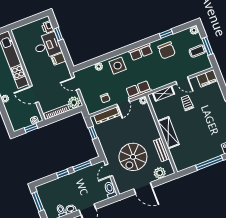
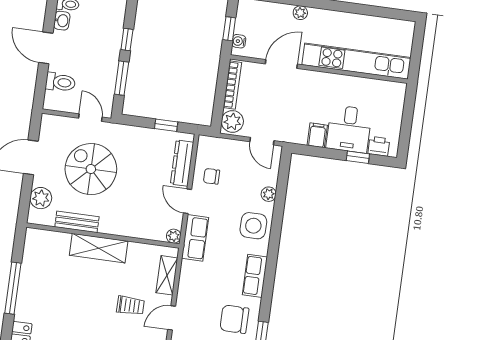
door: (76, 84) -> (262, 141), swing flipped
toilet: (110, 190) -> (60, 82), moved

